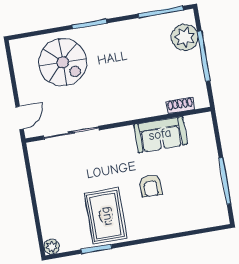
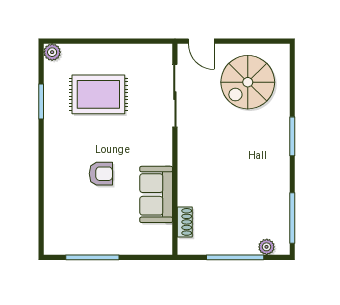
plant: (185, 37) -> (267, 247), width x0.53, depth x0.53
spiral stairs: (63, 62) -> (248, 82), moved
armchair: (151, 186) -> (101, 174), turned 180
rug: (106, 216) -> (98, 94), moved

